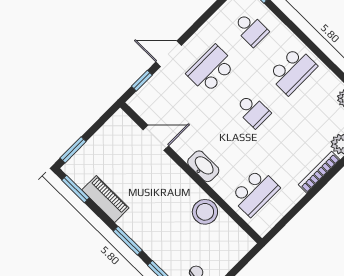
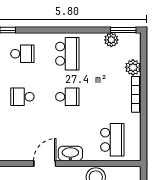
school desk: (211, 69) -> (22, 97), width x0.54
door: (156, 138) -> (45, 164), moved

